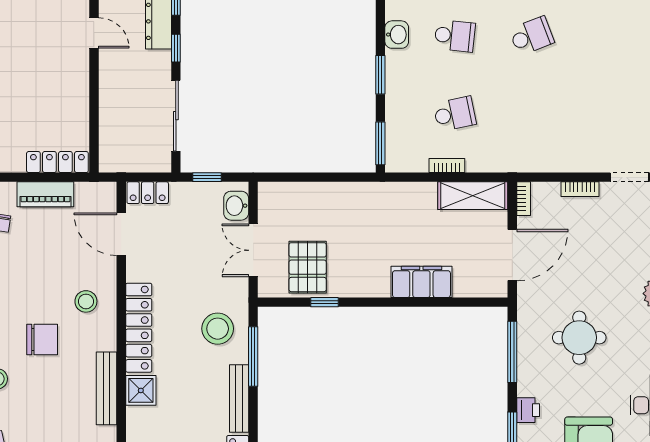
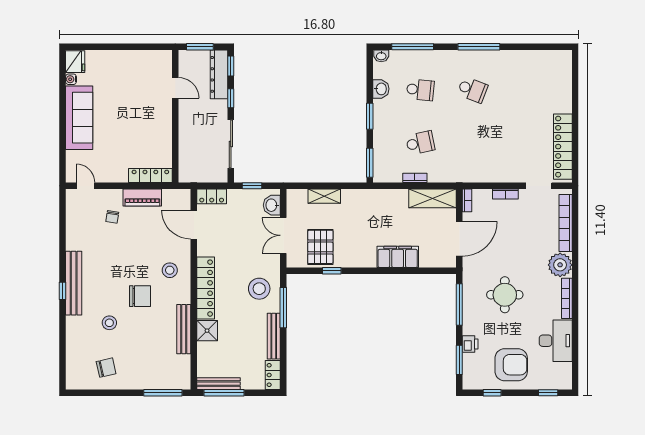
school desk: (532, 36) -> (472, 90), turned 42
shelving: (313, 192) -> (324, 196), added

